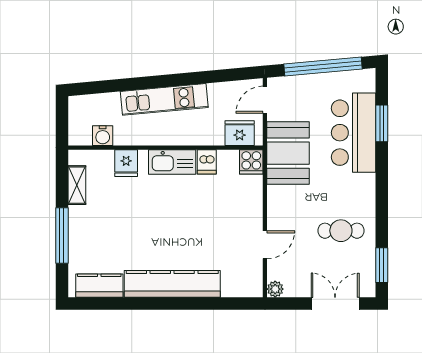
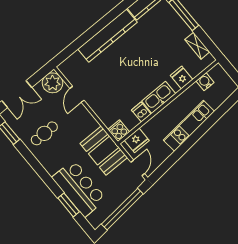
plant: (275, 289) -> (53, 83), width x1.88, depth x1.88

